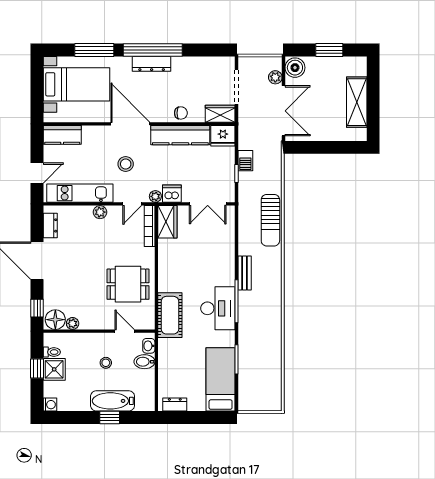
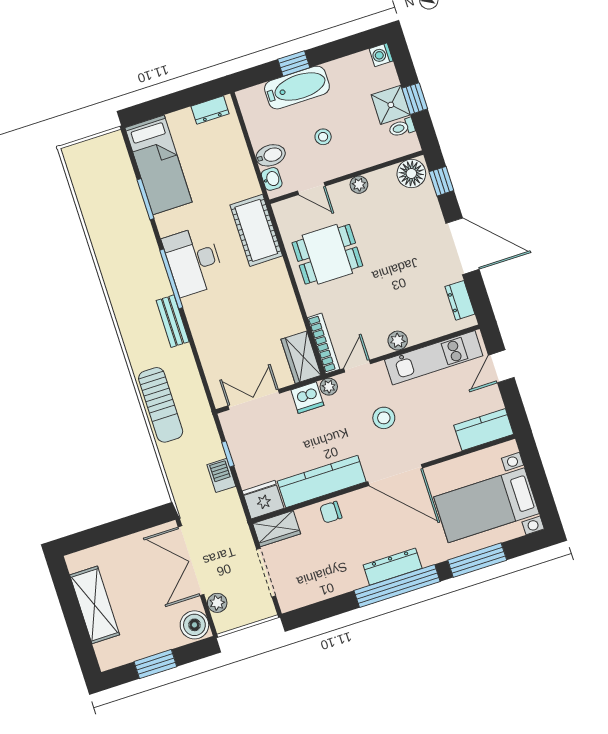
sun lounger: (270, 220) -> (161, 405), turned 180
plant: (73, 323) -> (359, 185), moved

